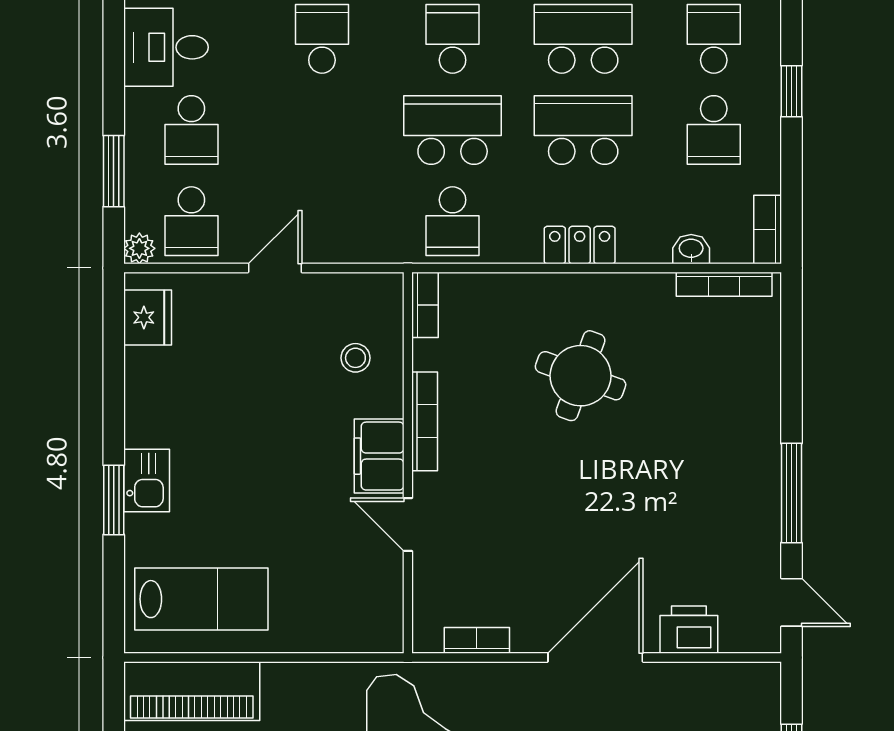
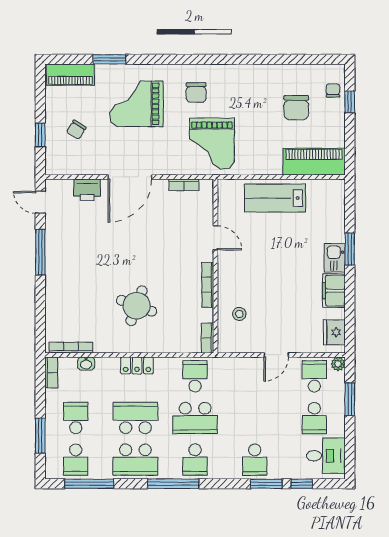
window: (791, 91) -> (40, 436), width x1.50
school desk: (191, 130) -> (314, 418), turned 180
school desk: (583, 130) -> (135, 418), turned 180
filing cabinet: (379, 456) -> (334, 291), moved, turned 180
lab bench: (201, 599) -> (275, 198), moved

